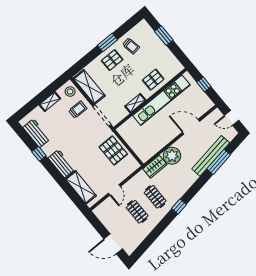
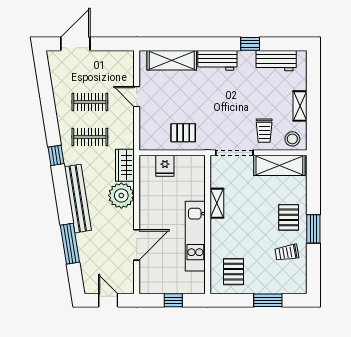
pallet: (153, 80) -> (234, 272), moved
kitchen unit: (161, 100) -> (195, 236), width x0.73
door: (232, 118) -> (108, 300), hinge flipped
fridge: (138, 146) -> (165, 166), added
pallet: (113, 150) -> (183, 133), width x0.67, depth x0.71
bench: (211, 156) -> (78, 199), moved

